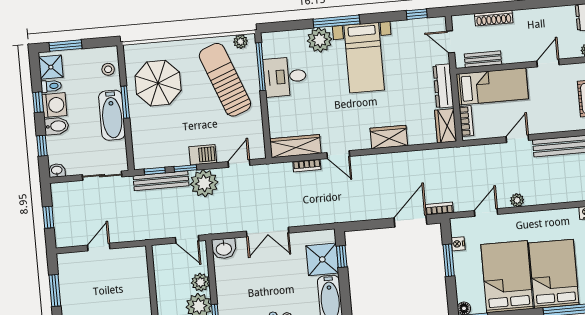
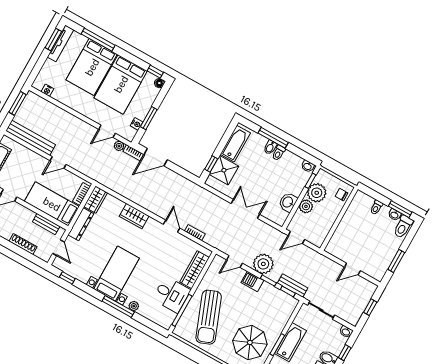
plant: (320, 40) -> (134, 306), width x0.53, depth x0.53
plant: (240, 42) -> (184, 334), removed
wardrobe: (295, 146) -> (194, 270), moved, turned 90
bench: (161, 181) -> (293, 286), width x0.73
plant: (517, 200) -> (119, 146), moved
door: (187, 239) -> (296, 237), swing flipped
washbasin: (224, 249) -> (288, 202), moved, turned -90

